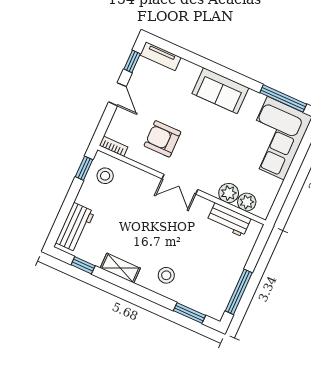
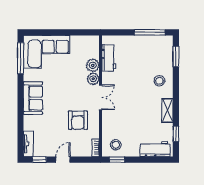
plant: (247, 202) -> (93, 79), moved

